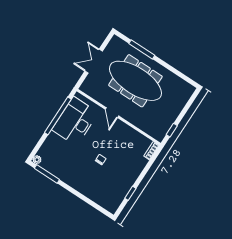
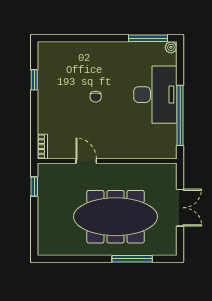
door: (112, 113) -> (86, 161), moved
desk: (75, 121) -> (155, 95), moved

